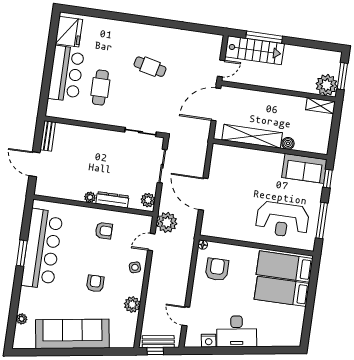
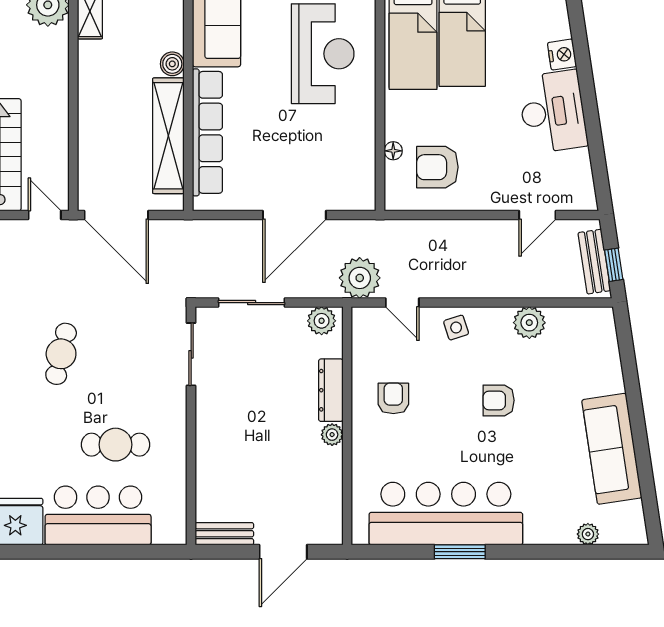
row of seats: (251, 156) -> (207, 132), added
floor lamp: (203, 245) -> (393, 151), moved
sofa: (72, 334) -> (612, 449), width x0.74, depth x0.79
nightstand: (209, 341) -> (562, 55), moved

